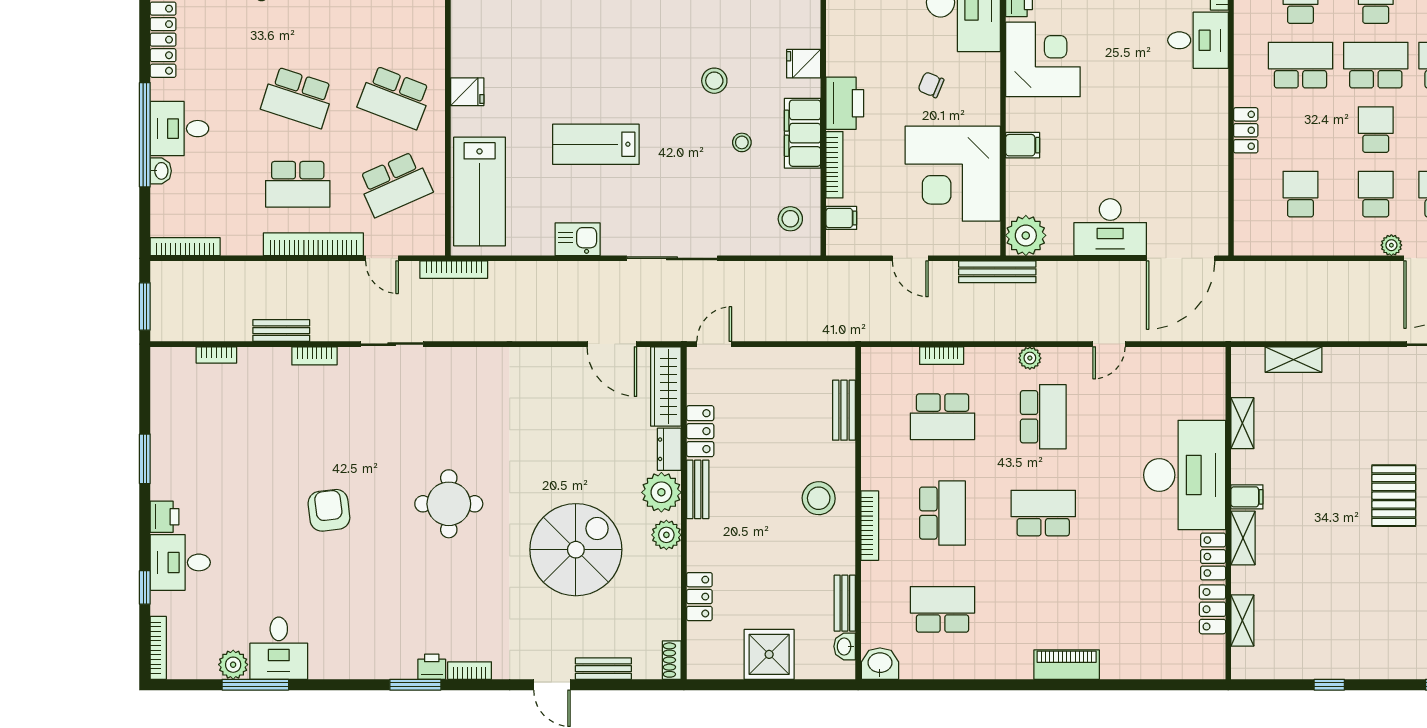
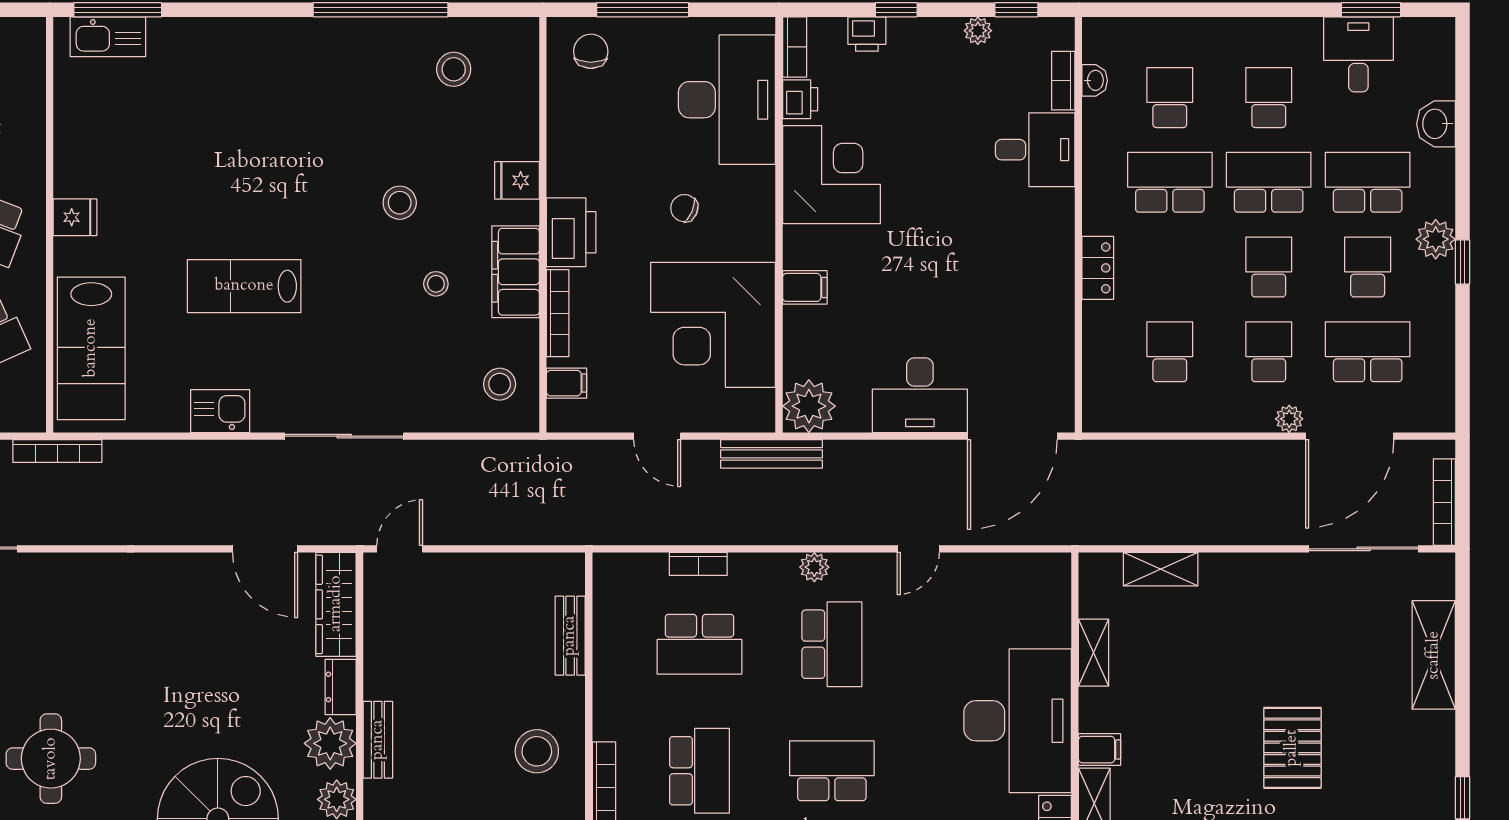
locker: (700, 431) -> (381, 663), removed

